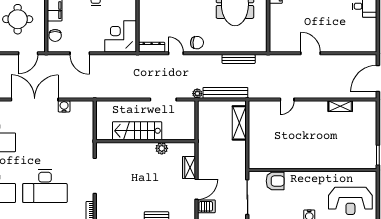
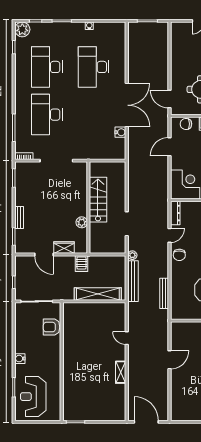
shelving: (340, 106) -> (121, 372), moved
shelving: (239, 123) -> (98, 294), width x1.47
armchair: (275, 181) -> (52, 327), turned 90
server rack: (206, 206) -> (82, 264), moved

